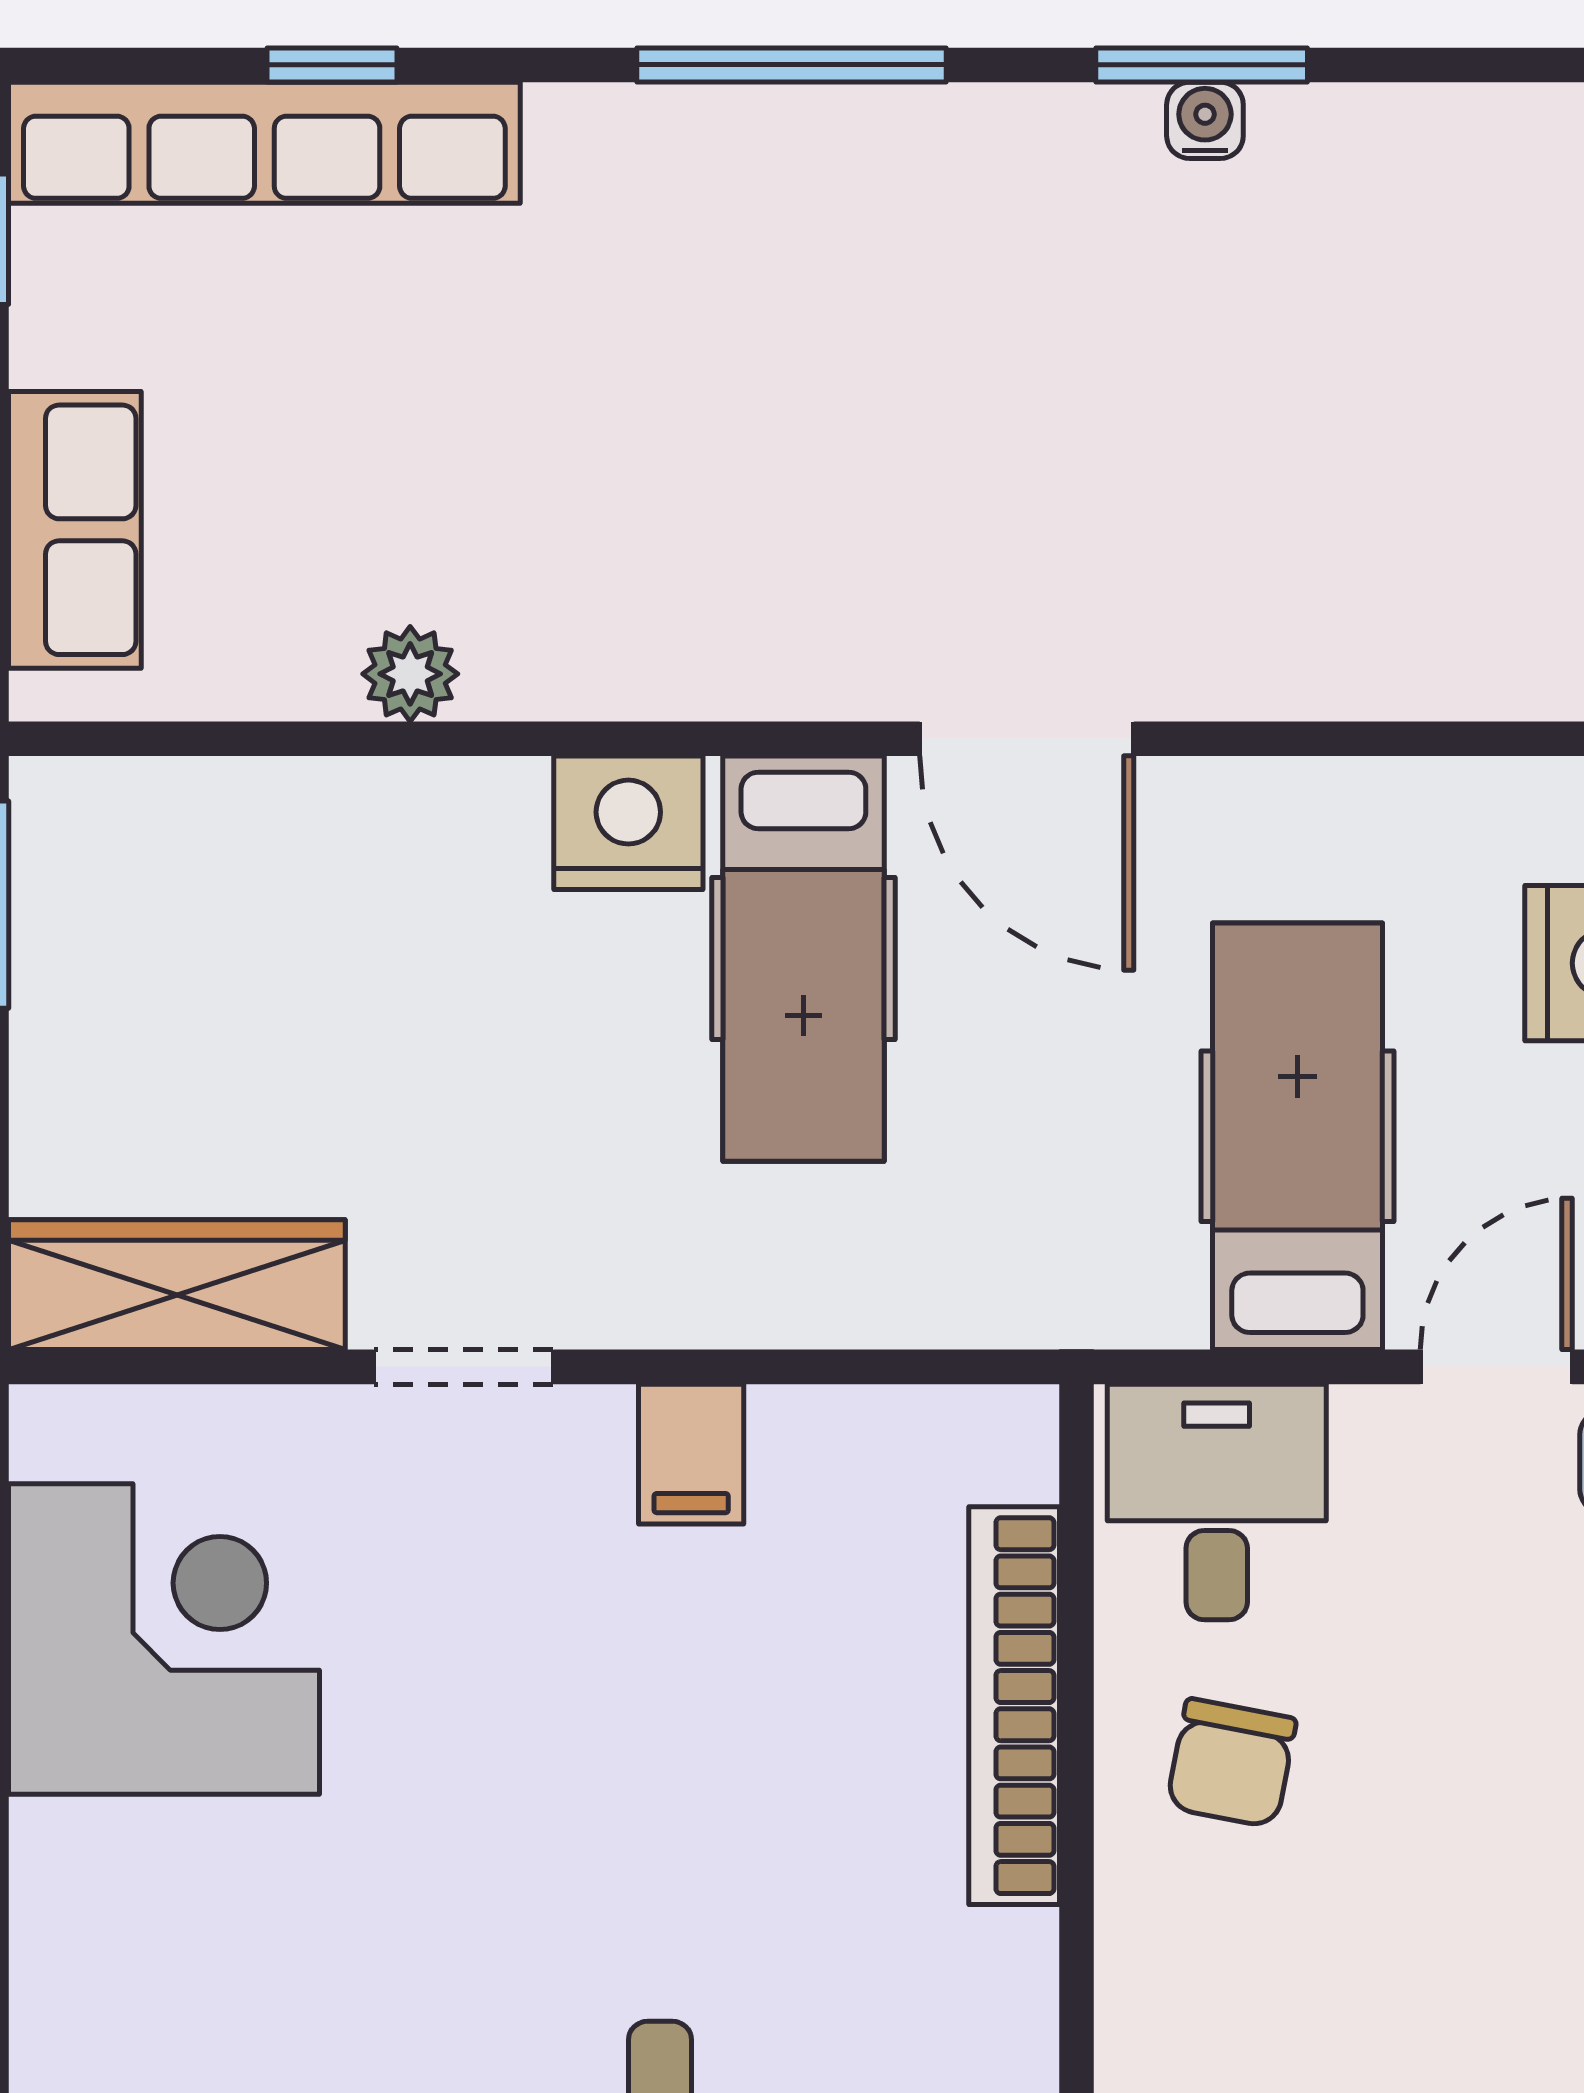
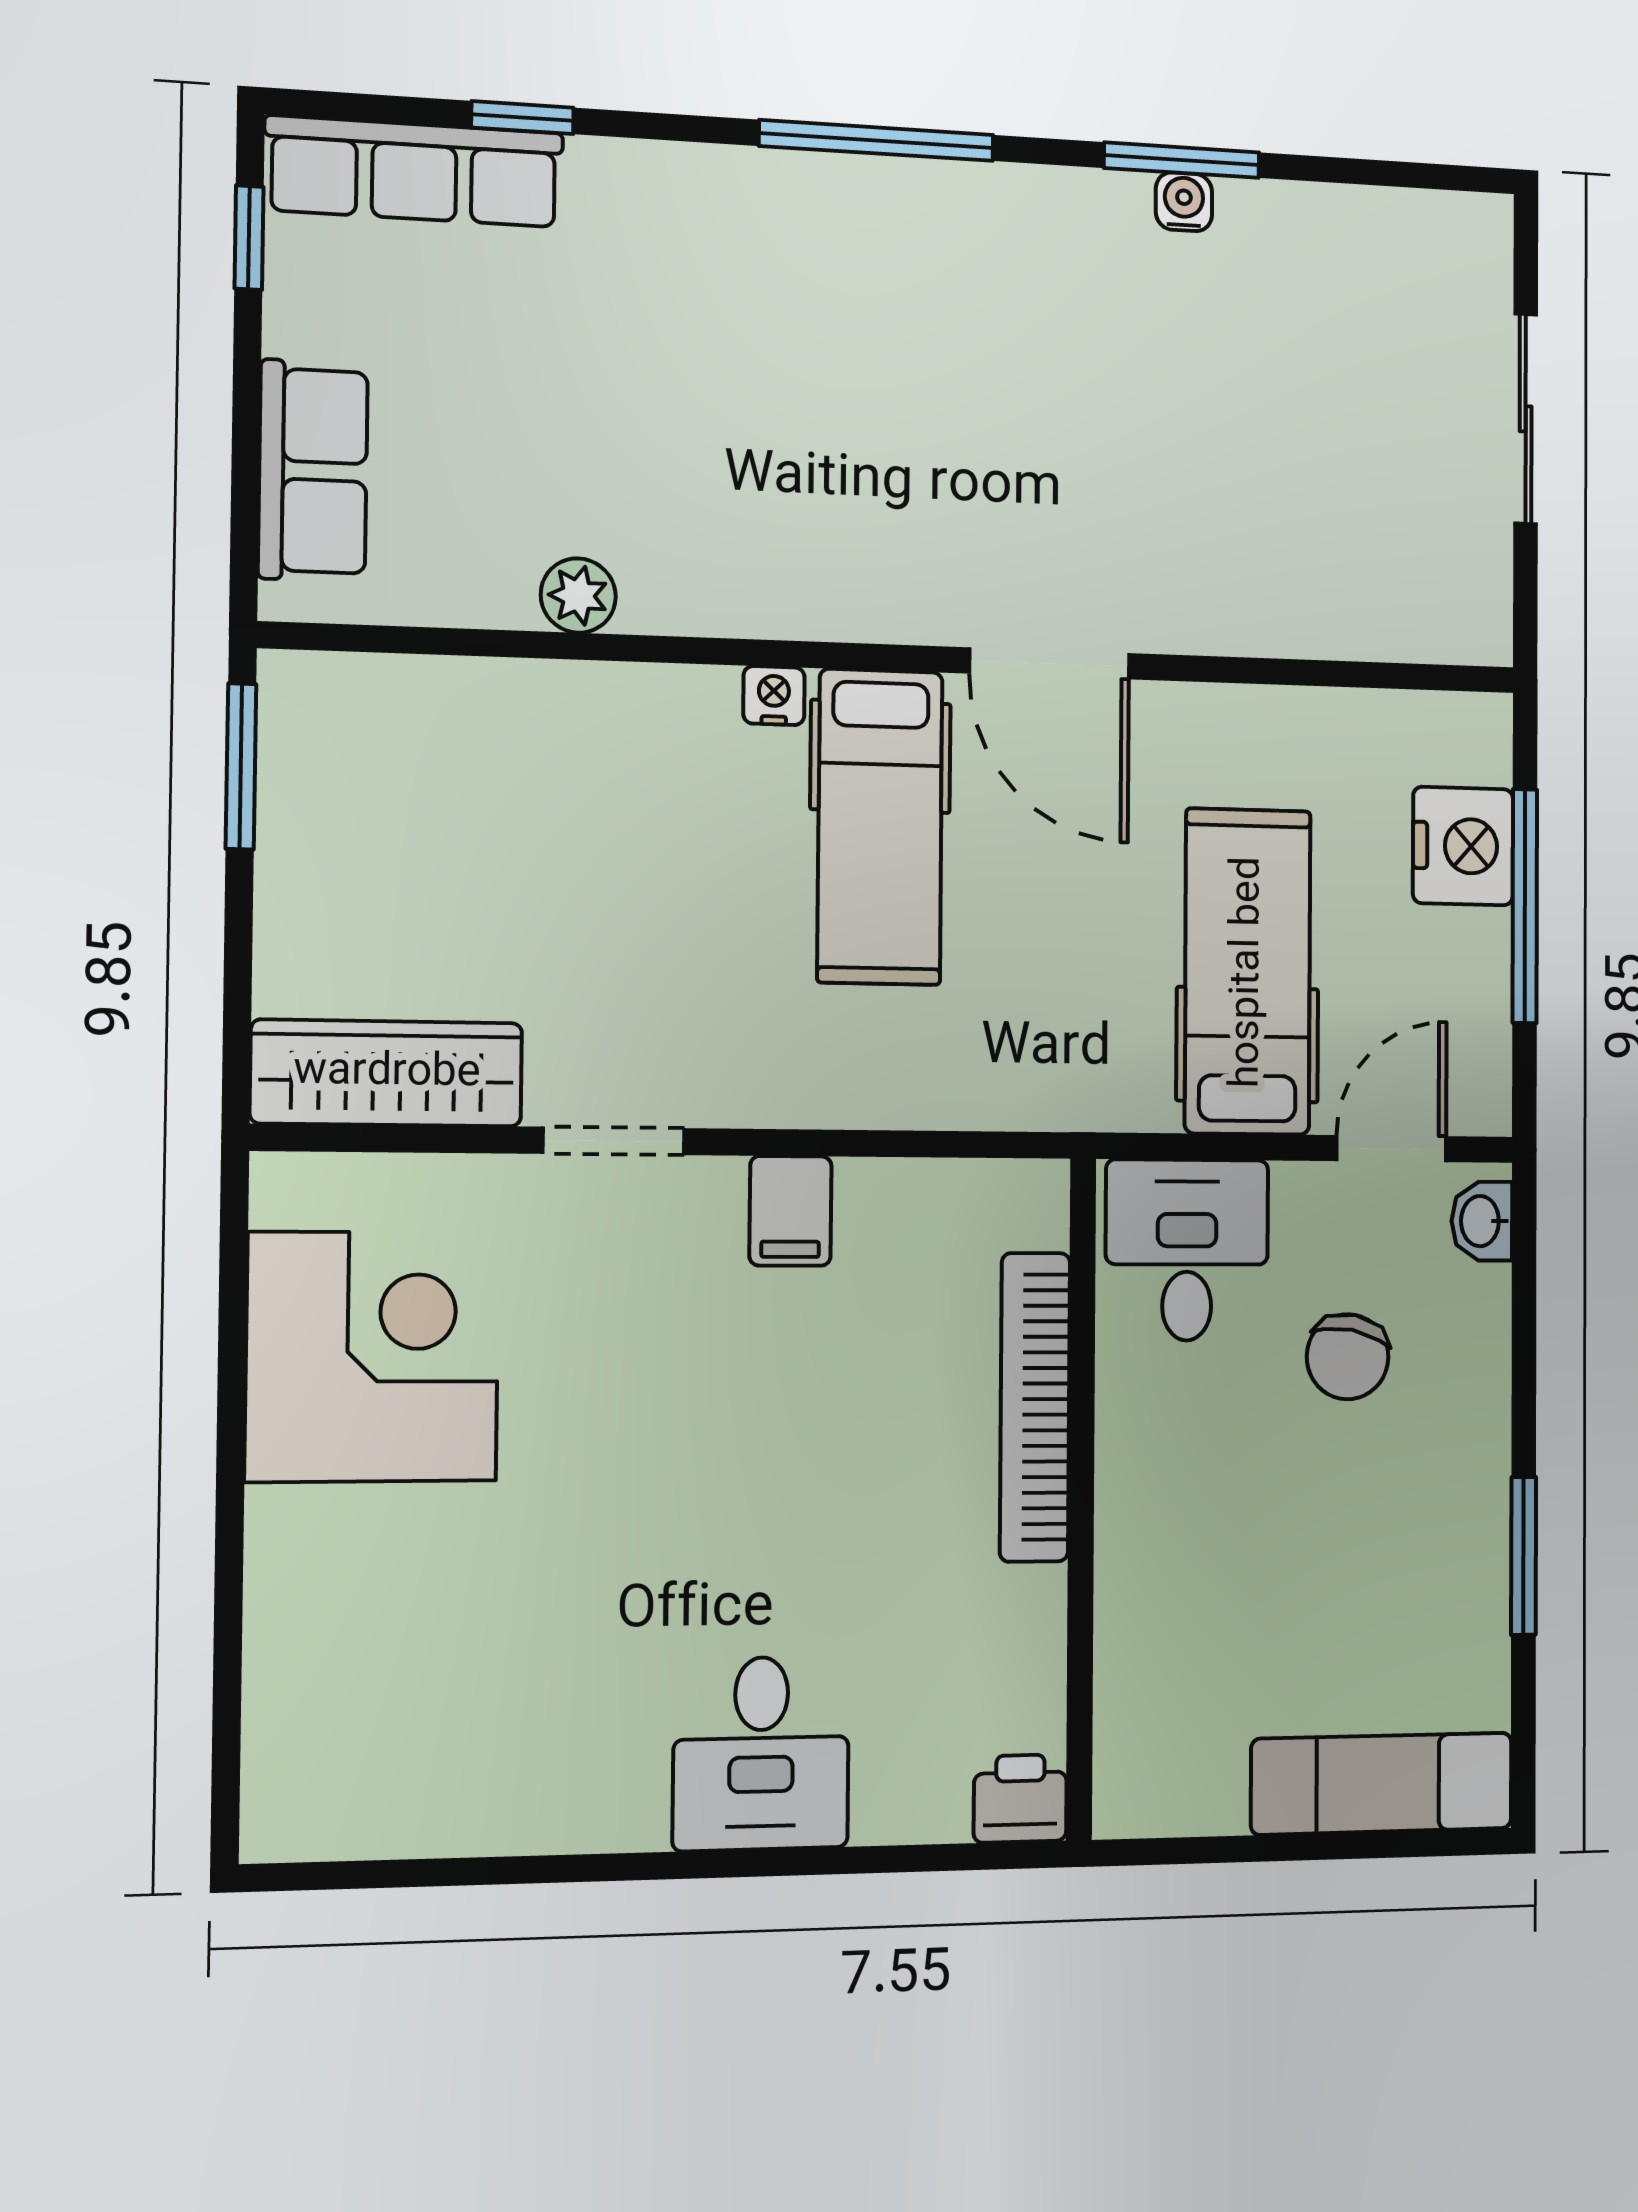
row of seats: (264, 143) -> (414, 171), width x0.73
nightstand: (628, 823) -> (774, 696), width x0.53, depth x0.56
chair: (1231, 1763) -> (1348, 1357), moved

